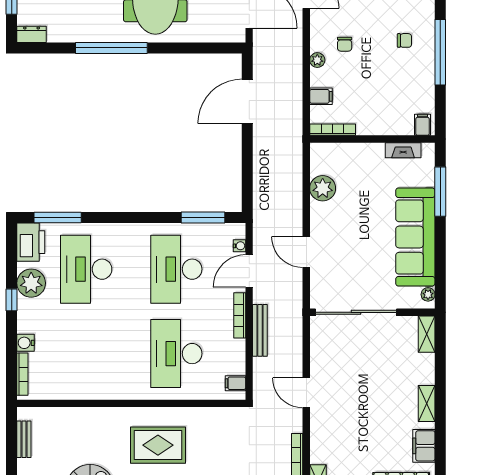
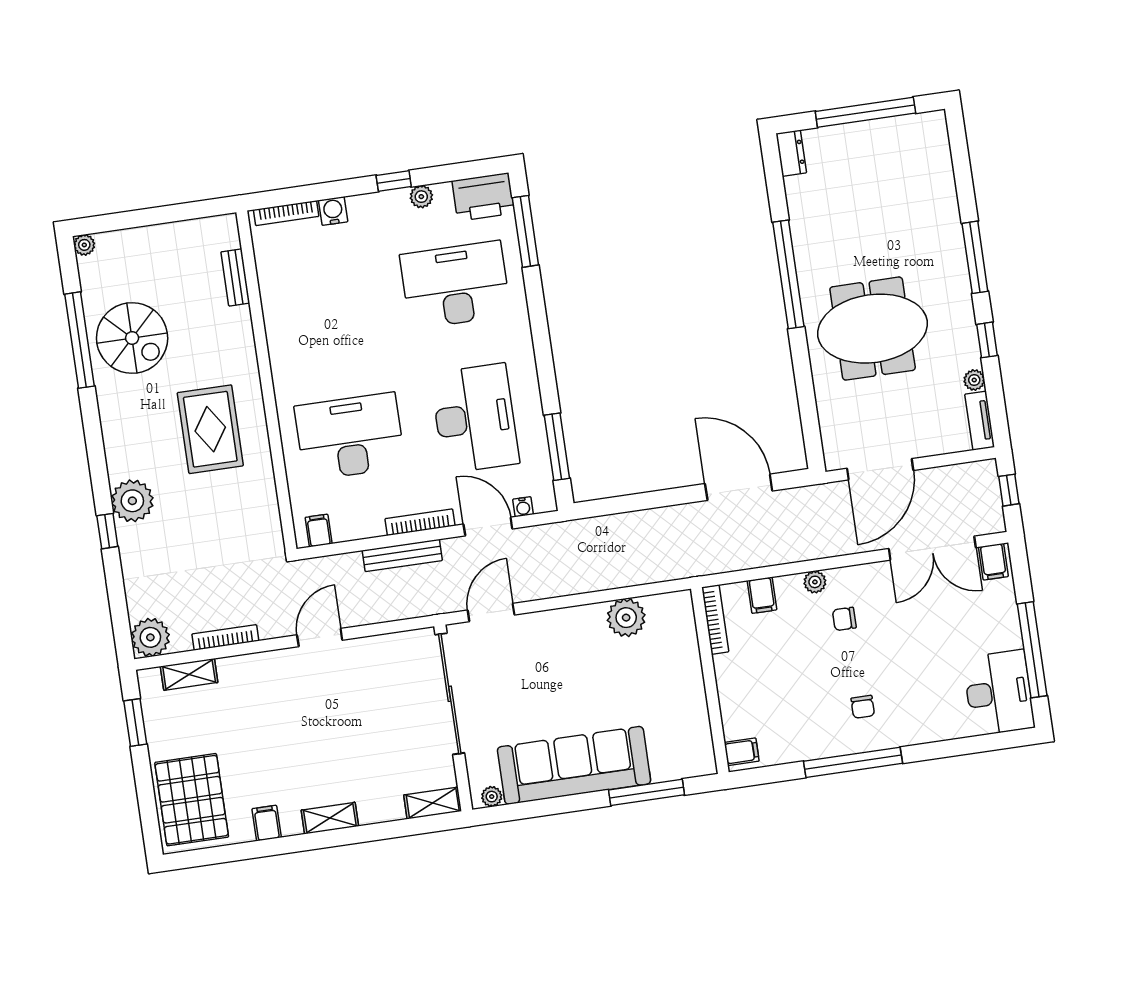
fireplace: (403, 150) -> (700, 729), removed
door: (306, 252) -> (491, 613), moved
desk: (176, 269) -> (475, 418), turned 90
plant: (31, 283) -> (421, 197), width x0.53, depth x0.53
bench: (24, 439) -> (235, 278), moved, turned 90
filing cabinet: (424, 446) -> (267, 823), width x0.50

